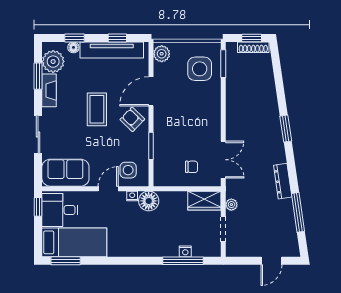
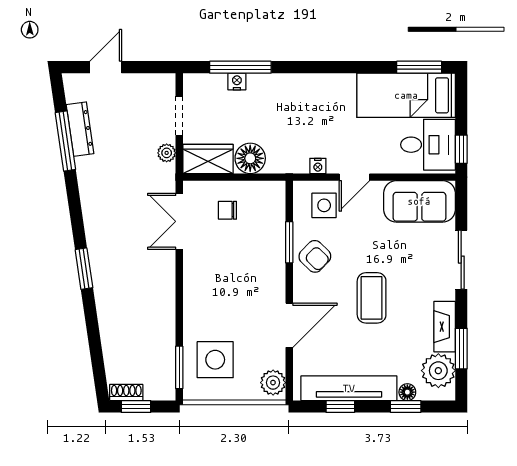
shoe rack: (253, 47) -> (126, 392), width x0.70
armchair: (132, 119) -> (315, 256), moved
dresser: (283, 181) -> (80, 129), moved
floor lamp: (149, 201) -> (250, 158), moved

